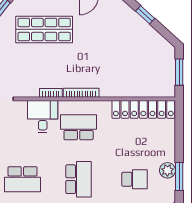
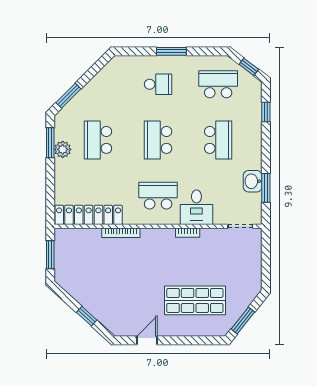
bookcase: (81, 93) -> (121, 233), moved
school desk: (79, 127) -> (158, 196), turned 180
school desk: (22, 179) -> (218, 140), turned 90
school desk: (135, 179) -> (98, 140), width x1.85

